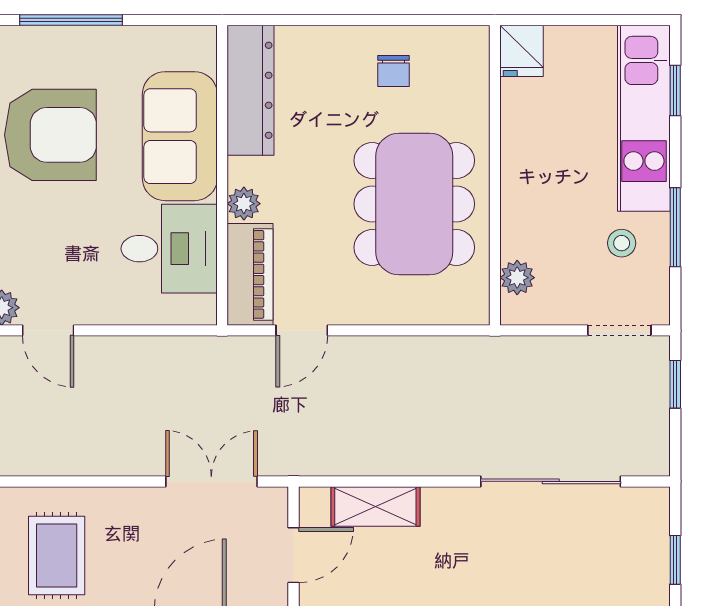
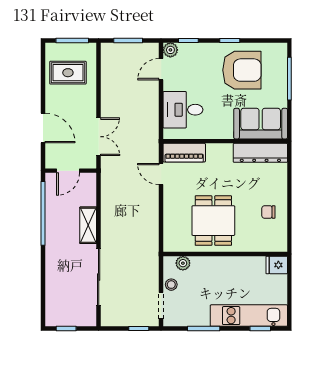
armchair: (50, 135) -> (242, 70), turned -90
sofa: (180, 136) -> (261, 124), moved
plant: (244, 204) -> (214, 150), removed
dining table: (414, 204) -> (213, 221), width x0.73
stool: (622, 243) -> (171, 285), moved
desk: (169, 249) -> (183, 110), moved, turned 90
shelving: (375, 506) -> (88, 225), moved
door: (294, 555) -> (68, 171), hinge flipped

